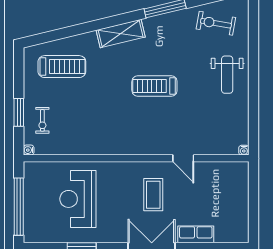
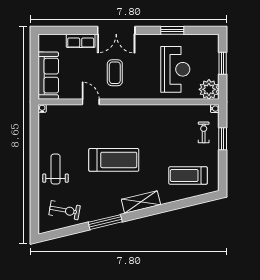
treadmill: (154, 86) -> (114, 160), width x1.37, depth x1.38
plant: (36, 174) -> (209, 89), added
sofa: (236, 191) -> (48, 76), added
window: (19, 207) -> (223, 63), width x0.47

